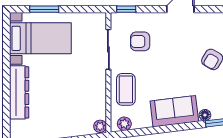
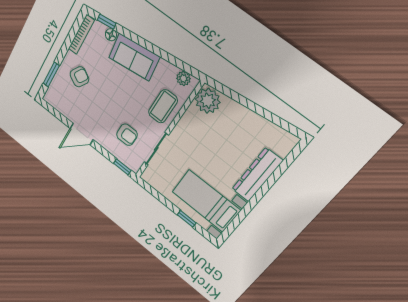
window: (44, 9) -> (187, 219), width x0.67
plant: (100, 126) -> (208, 101), width x1.88, depth x1.88

